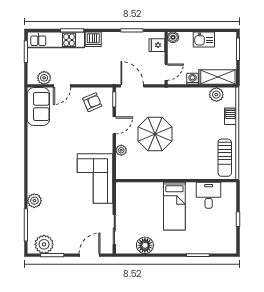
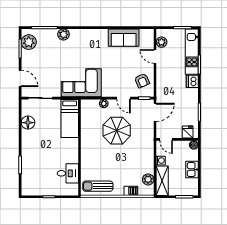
sofa: (38, 107) -> (124, 38), moved
bed: (174, 206) -> (70, 118), moved, turned -90

